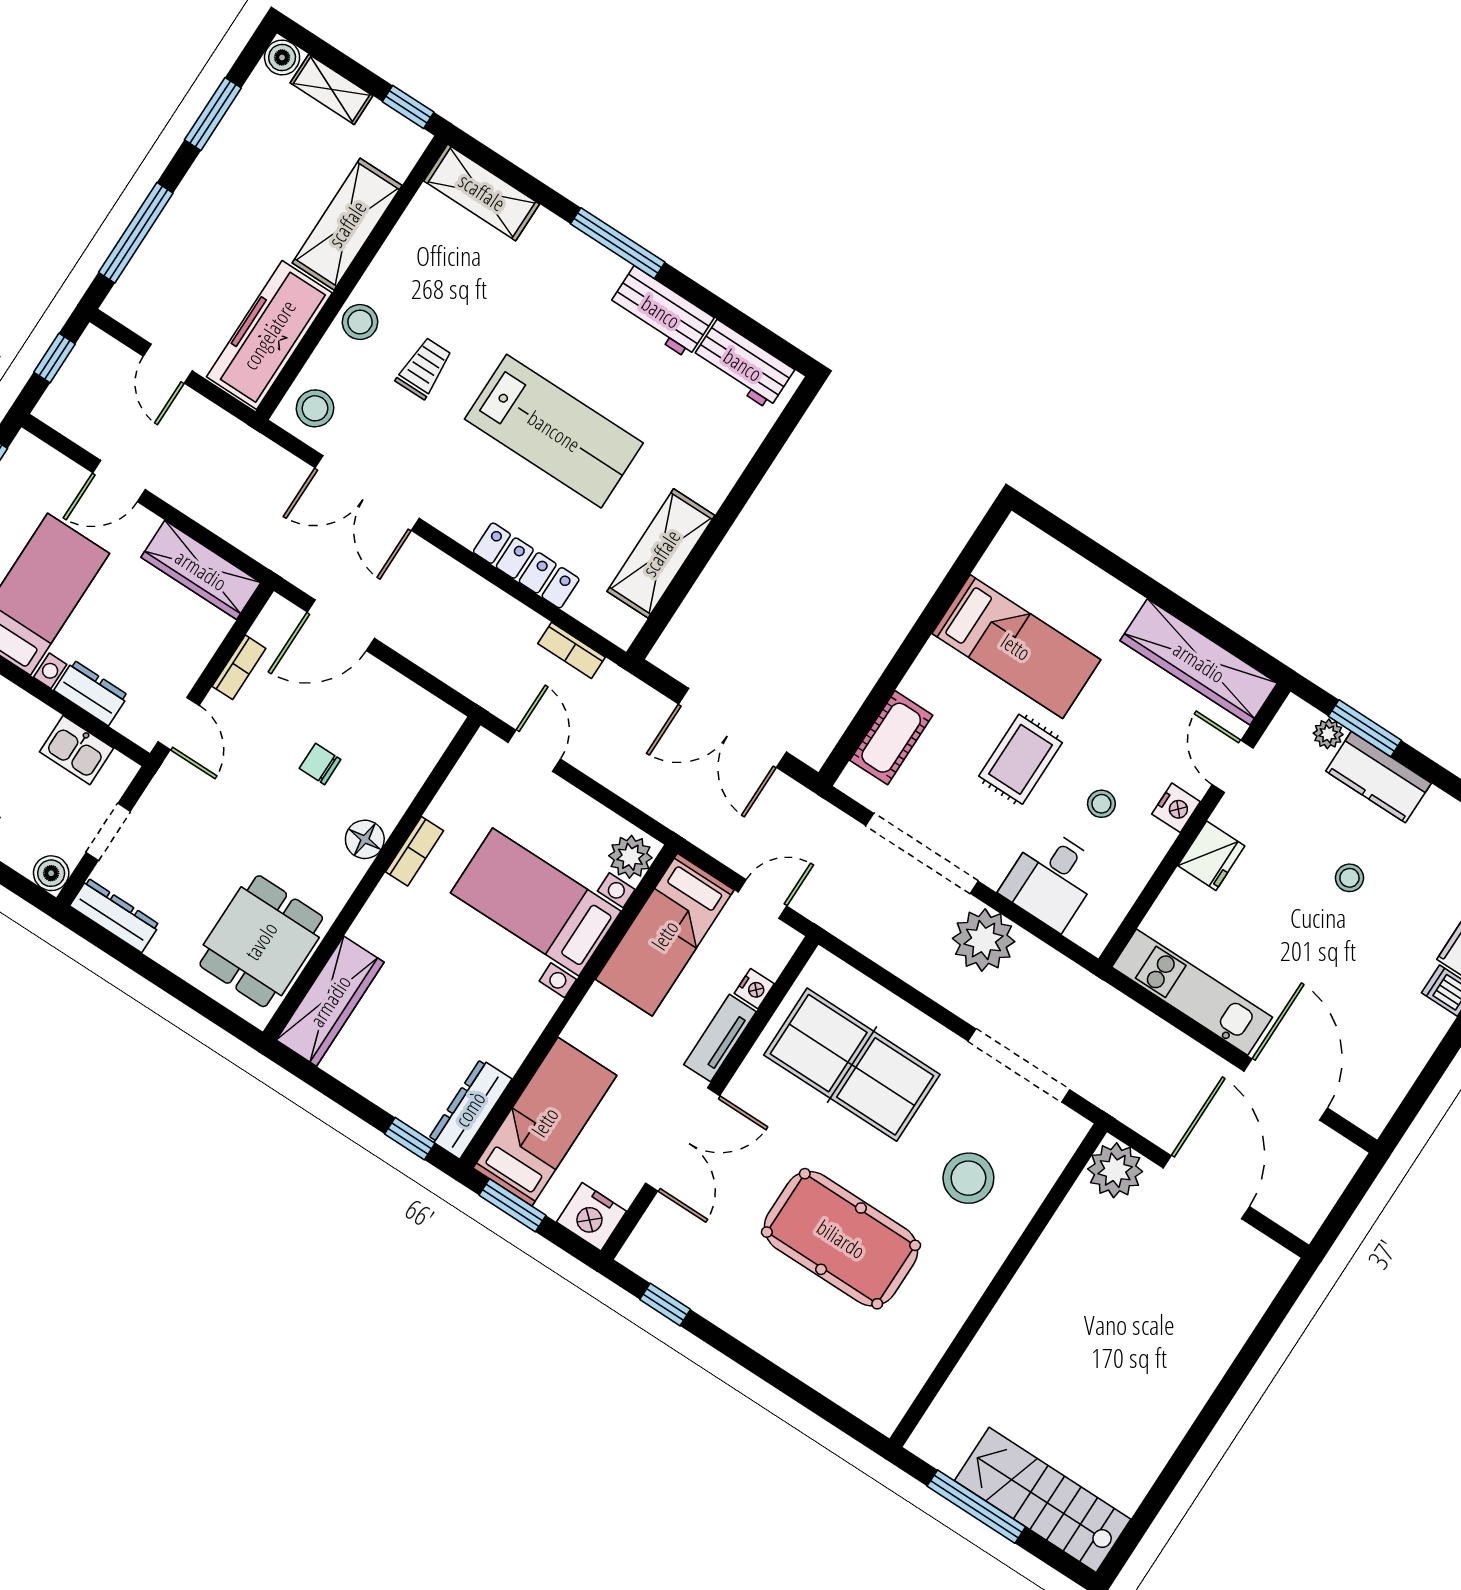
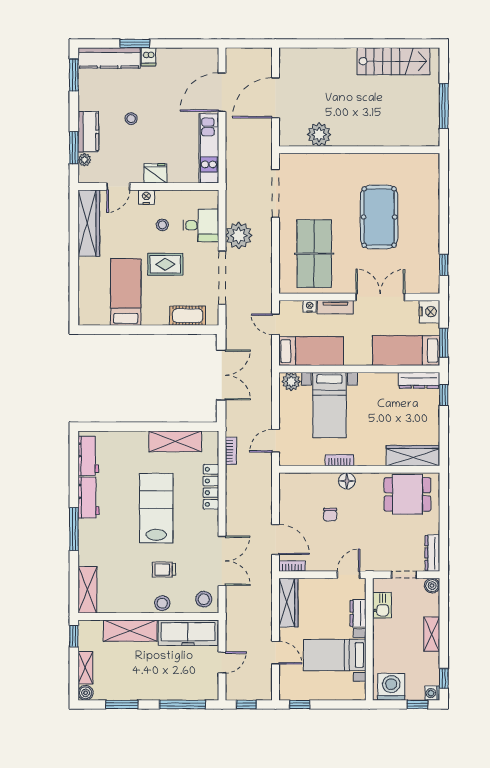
bookcase: (239, 667) -> (292, 566), moved
plant: (1115, 1170) -> (319, 135), moved
stool: (968, 1178) -> (328, 185), removed
stairs: (1043, 1500) -> (393, 61), moved, turned -90

